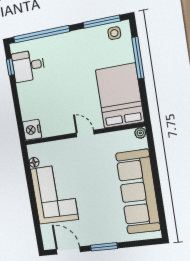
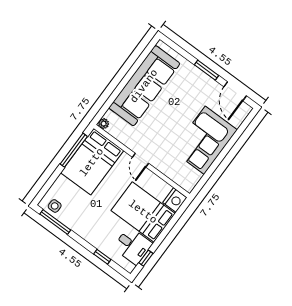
window: (41, 34) -> (102, 257), width x0.32
window: (138, 58) -> (74, 150), moved
bed: (45, 98) -> (143, 212), added
floor lamp: (34, 162) -> (197, 176), removed

